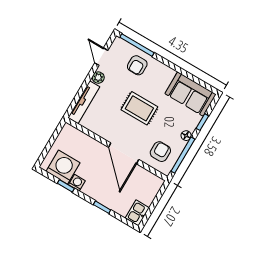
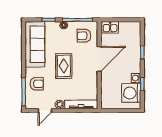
sofa: (190, 94) -> (35, 44), width x1.36
kitchen sink: (137, 213) -> (110, 27), moved

